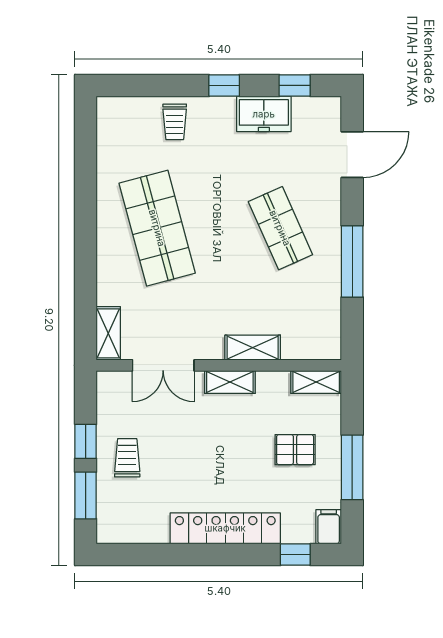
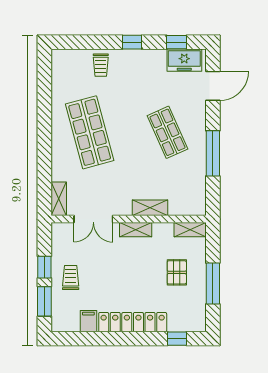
freezer: (264, 114) -> (184, 60), moved
pallet: (295, 450) -> (177, 272), turned 90
filing cabinet: (329, 527) -> (88, 321), moved

